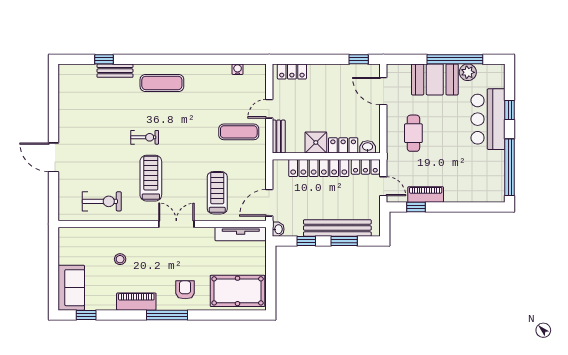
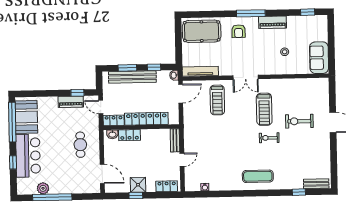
window: (359, 59) -> (136, 196), moved
bench: (115, 71) -> (316, 184), moved
booth: (435, 79) -> (26, 117), moved, turned 90
exercise mat: (239, 132) -> (203, 143), removed
shower: (316, 142) -> (138, 185), moved
exercise bike: (102, 201) -> (299, 121), moved
sofa: (71, 288) -> (319, 58), moved

